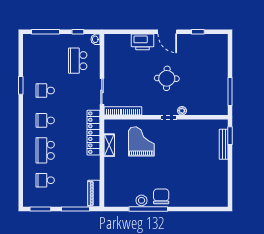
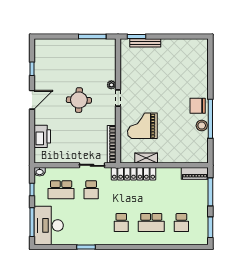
printer: (143, 42) -> (42, 136), moved
desk: (42, 48) -> (49, 225), added
school desk: (45, 91) -> (91, 190), moved

